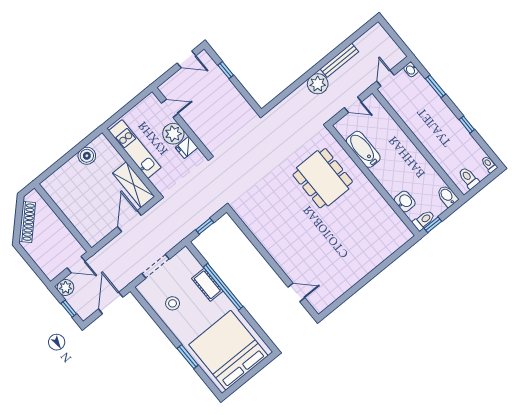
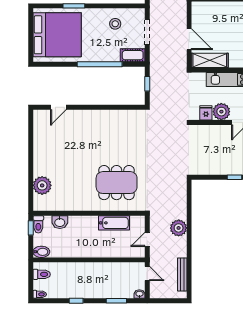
bench: (339, 60) -> (182, 275), moved
plant: (383, 247) -> (42, 185), added
cot: (207, 285) -> (133, 55), moved

